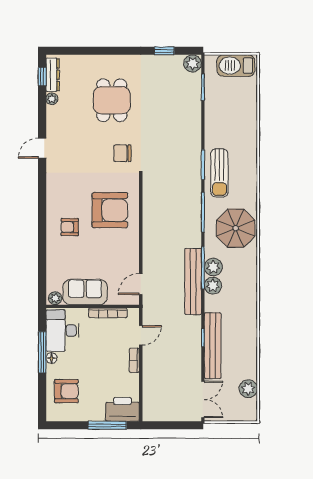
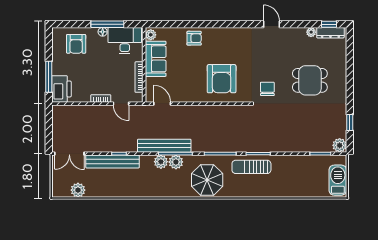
armchair: (70, 227) -> (194, 38), moved, turned 90

